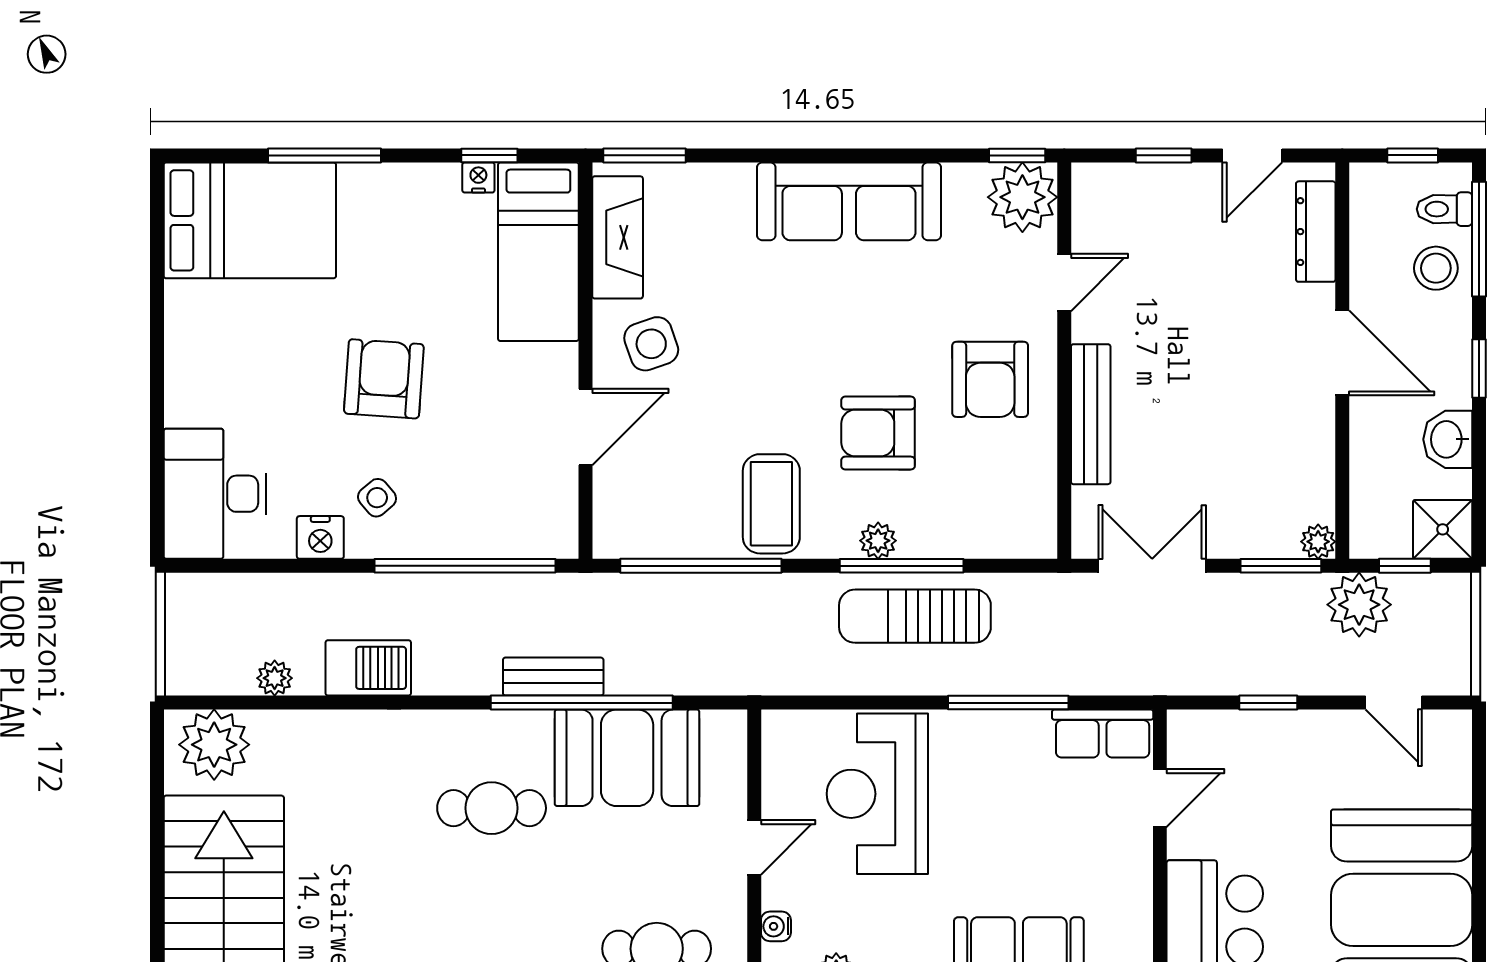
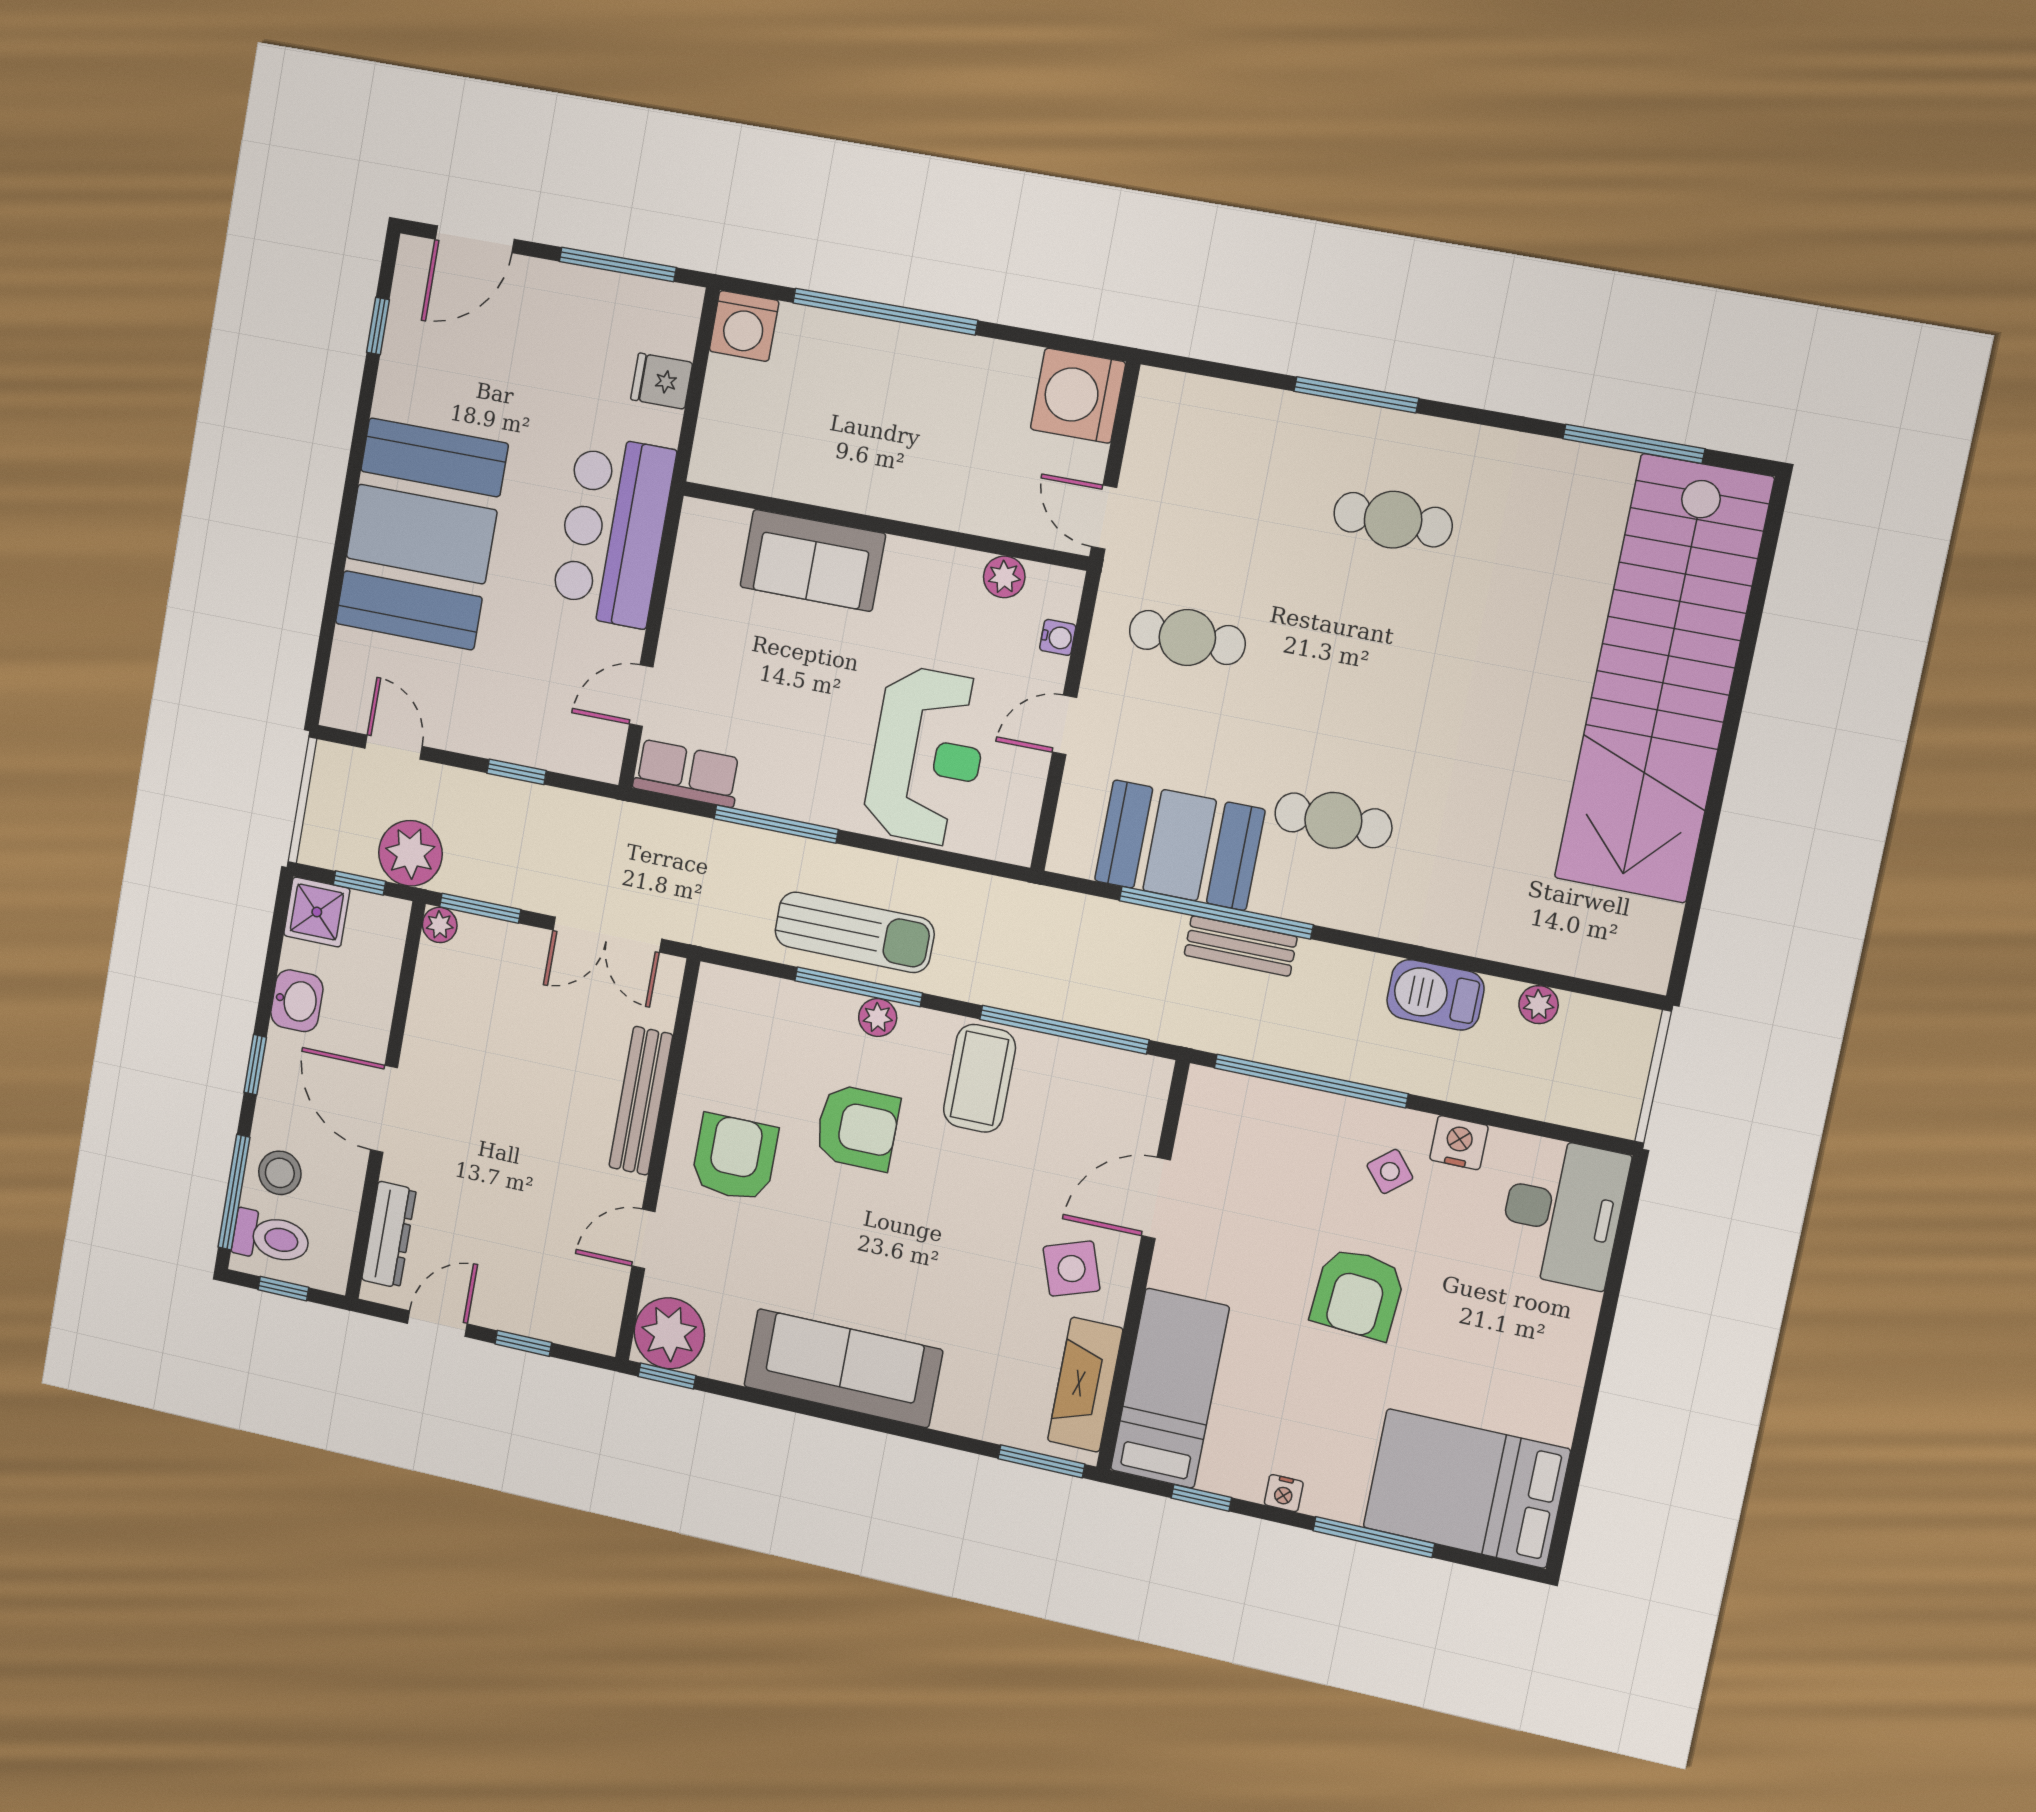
nightstand: (478, 177) -> (1284, 1493), moved
toilet: (1444, 209) -> (271, 1238), width x1.37, depth x1.39
plant: (214, 745) -> (1619, 947), removed

